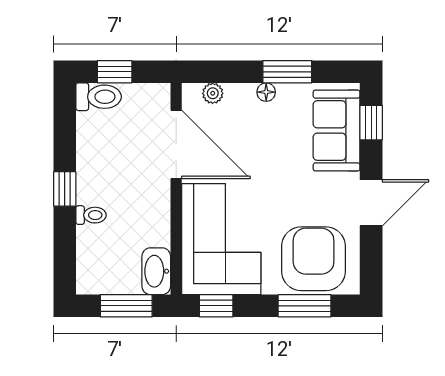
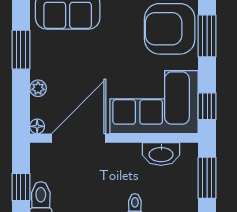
floor lamp: (266, 92) -> (37, 126), moved
plant: (213, 93) -> (38, 88), moved
washbasin: (156, 271) -> (161, 154), moved

